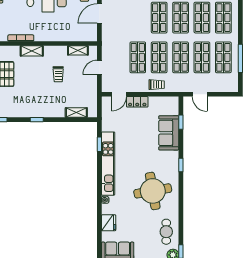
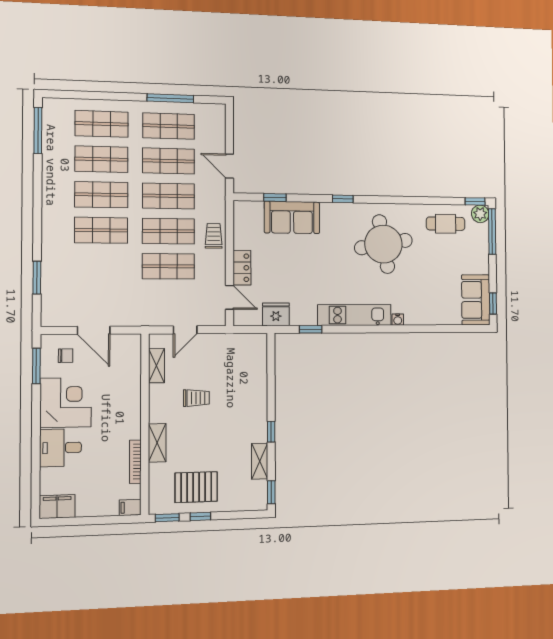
door: (99, 67) -> (185, 330), hinge flipped
door: (200, 94) -> (229, 166), swing flipped
shelving: (76, 112) -> (260, 461), moved
kitchen unit: (108, 164) -> (354, 315), width x0.73
fridge: (109, 223) -> (276, 314), moved

